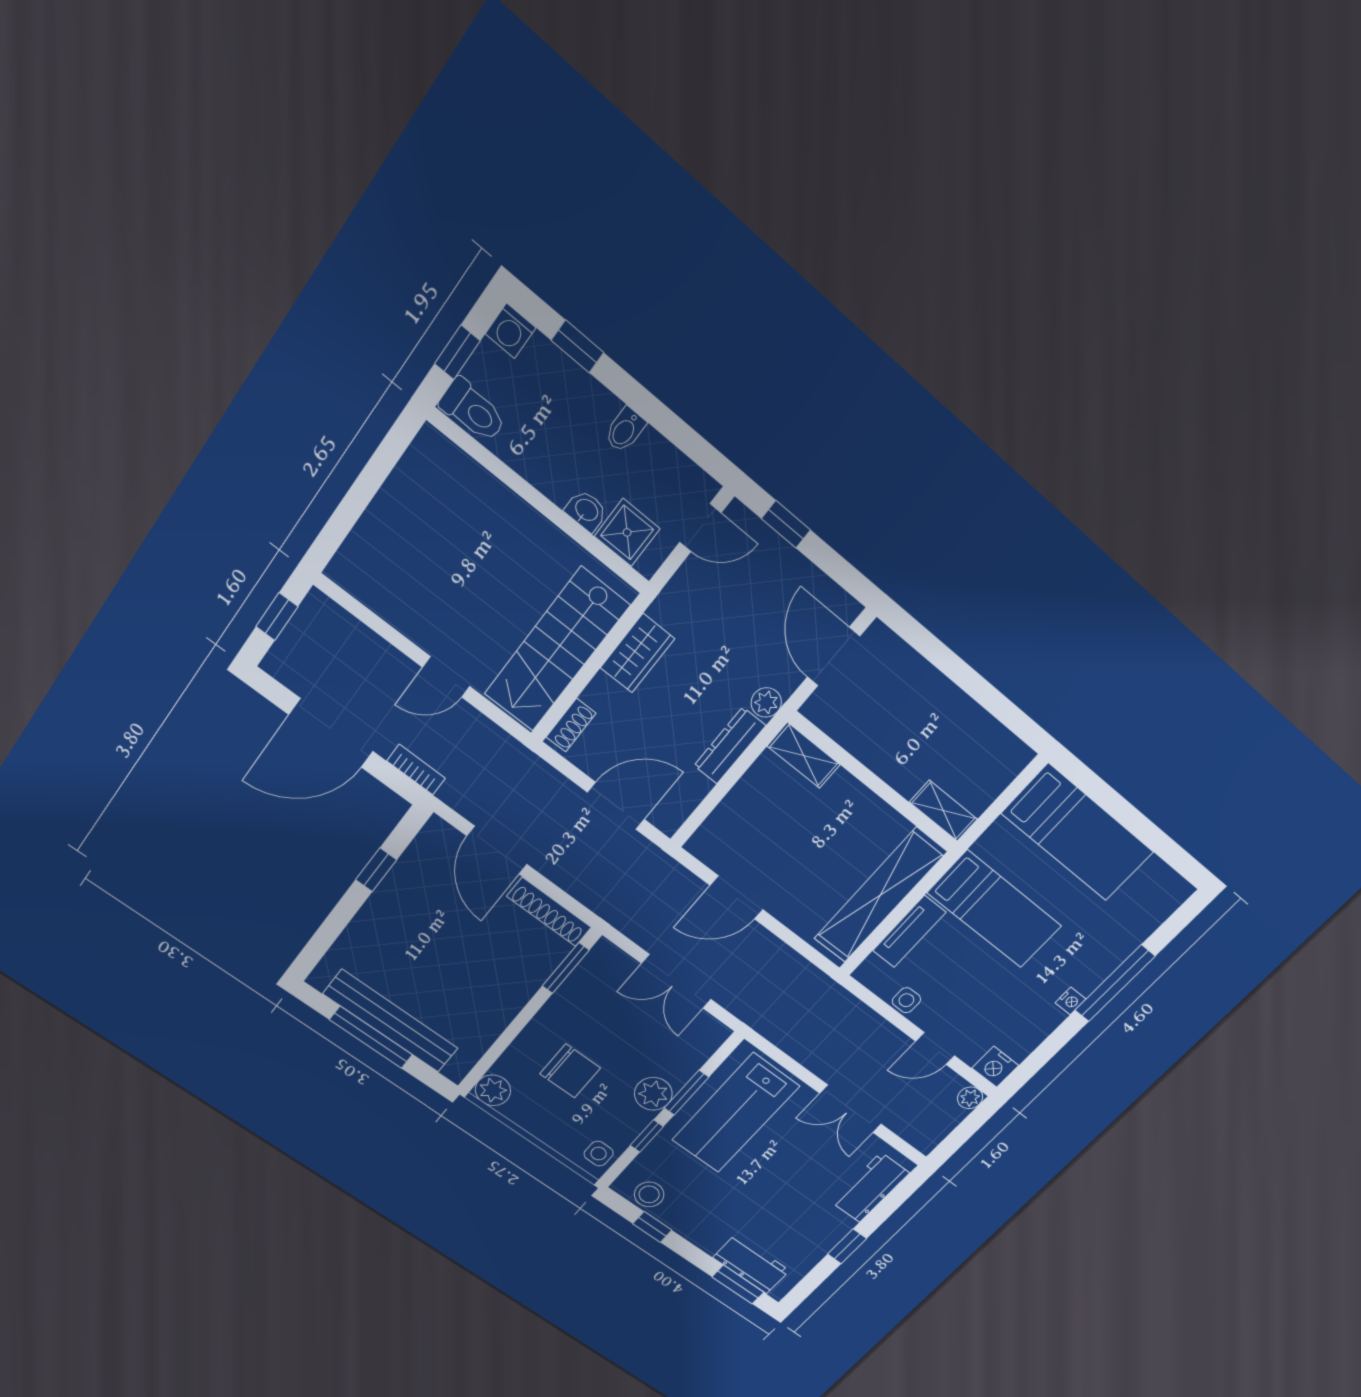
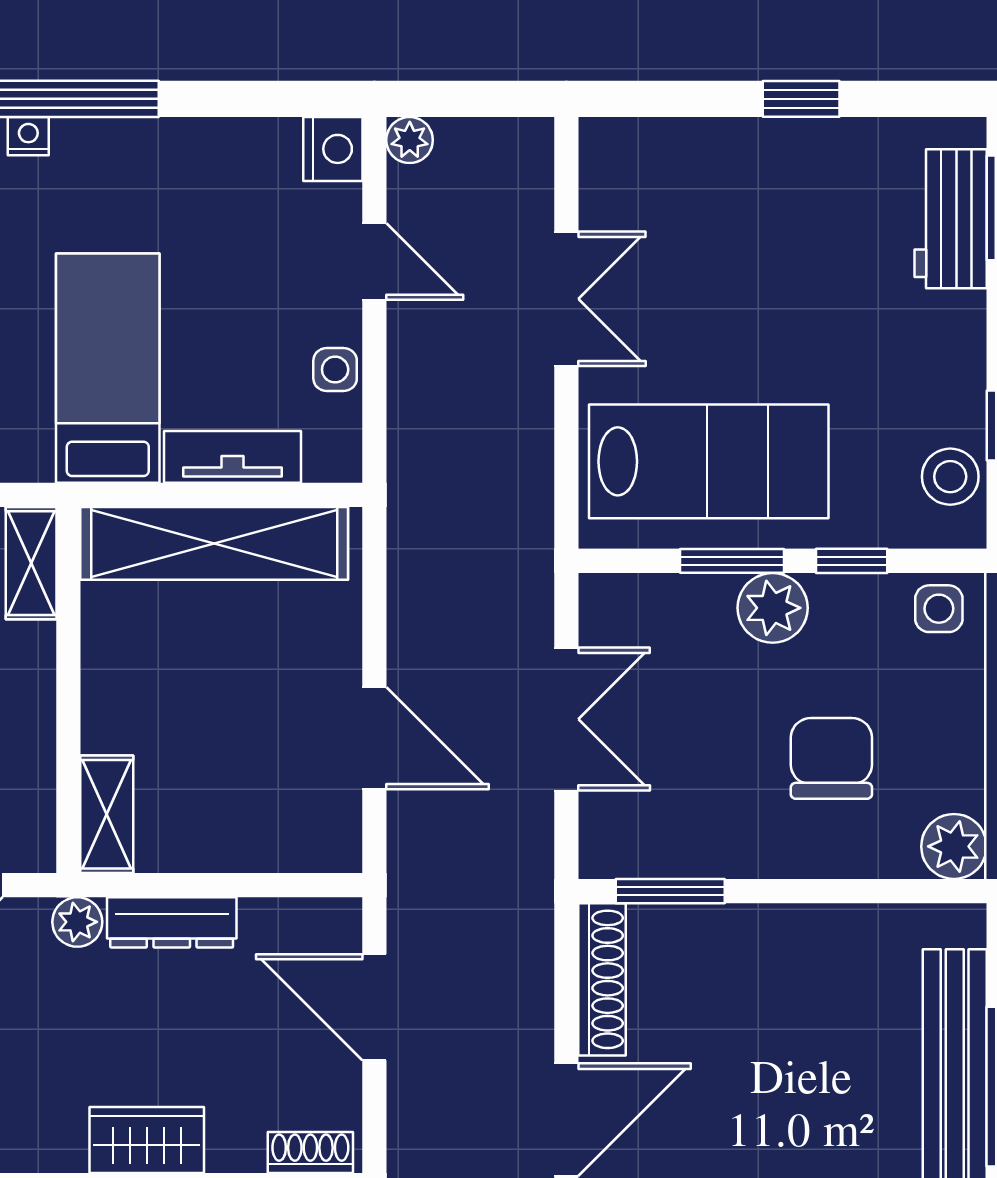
nightstand: (1071, 1001) -> (28, 136), moved
workbench: (870, 1188) -> (672, 154), removed

